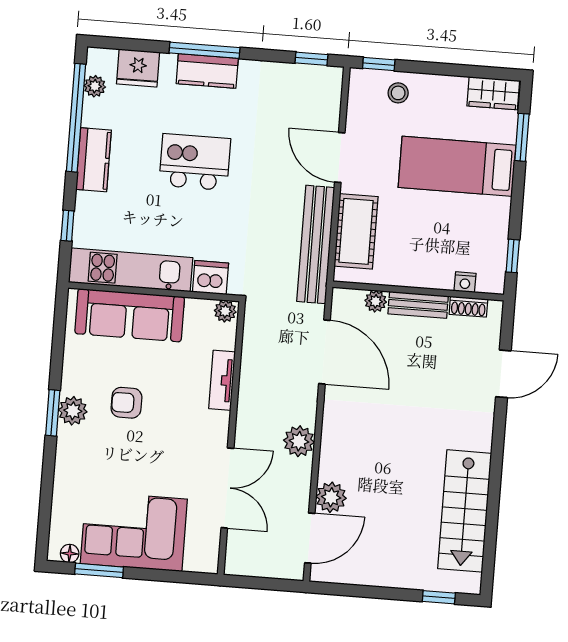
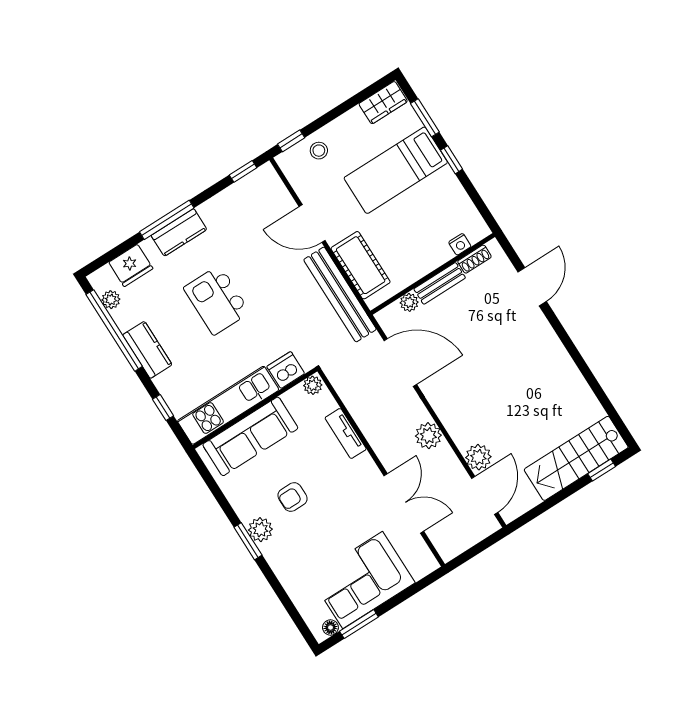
kitchen island: (195, 162) -> (217, 300), turned -90
window: (513, 256) -> (451, 160), moved
stairs: (465, 511) -> (576, 458), moved, turned 90

